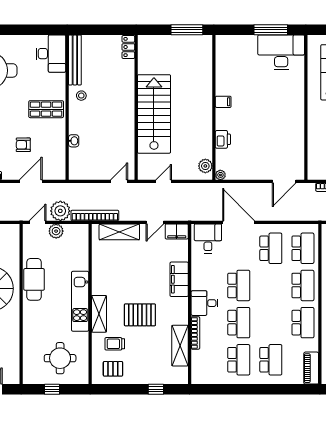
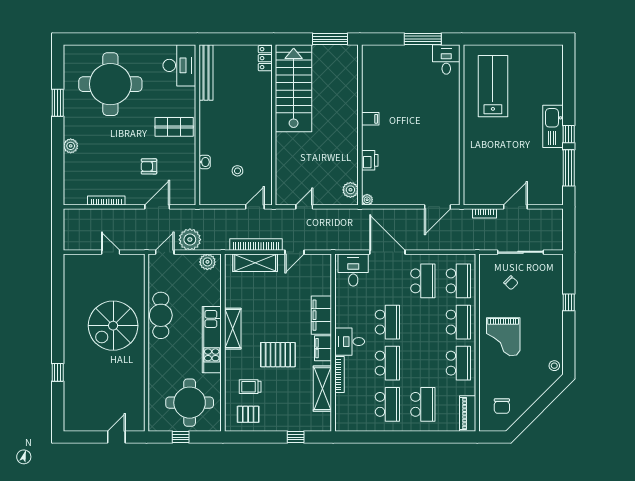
desk: (281, 52) -> (446, 59), width x0.53, depth x0.77
stool: (81, 96) -> (237, 171), moved
stairs: (154, 114) -> (294, 88), moved
bookcase: (95, 215) -> (256, 245), moved
plant: (56, 231) -> (207, 262), moved
filing cabinet: (177, 231) -> (323, 348), moved, turned 90
shelving: (99, 314) -> (233, 329), moved
round table: (60, 358) -> (190, 403), width x1.36, depth x1.36

